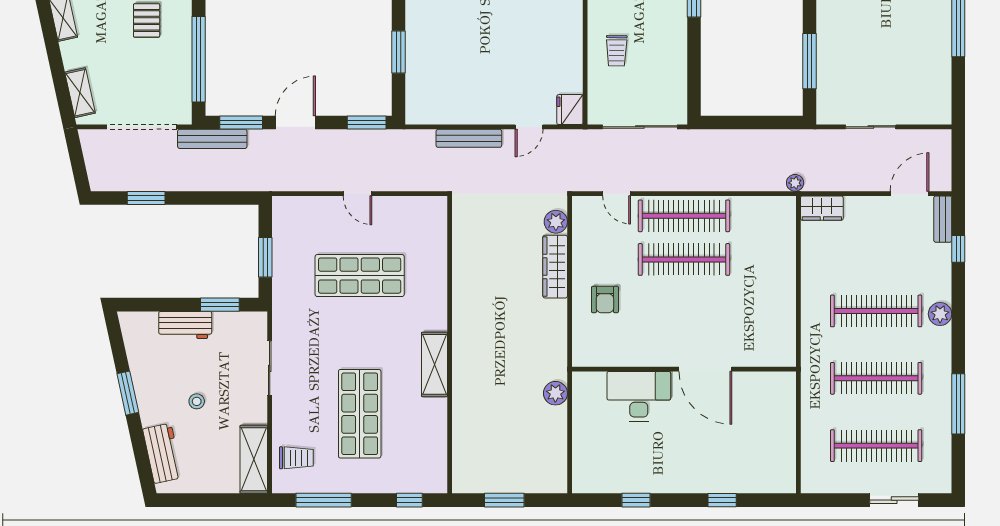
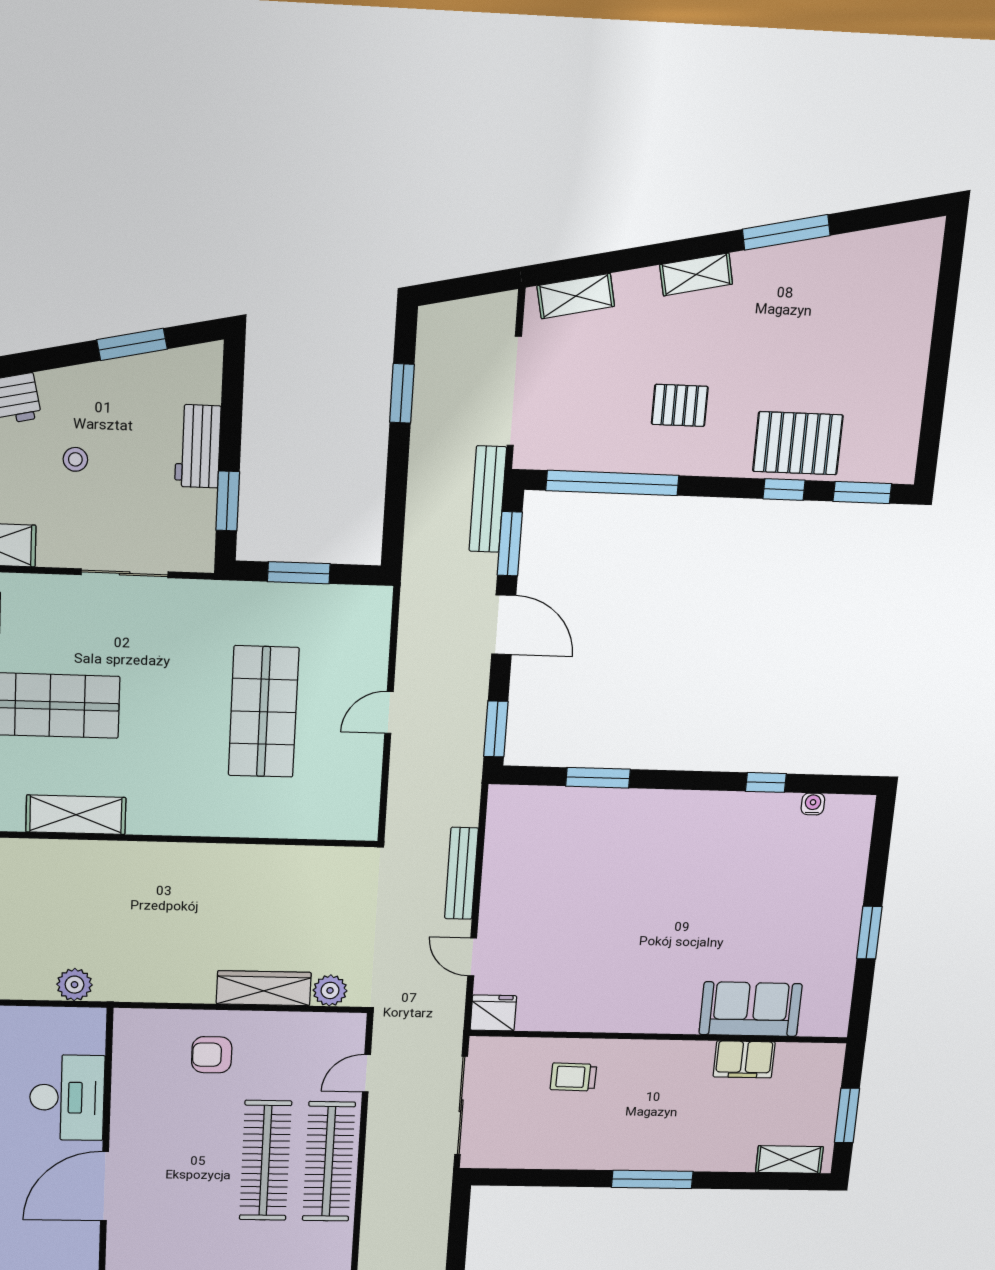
shelving: (434, 364) -> (76, 815), moved
window: (128, 393) -> (132, 344), moved

